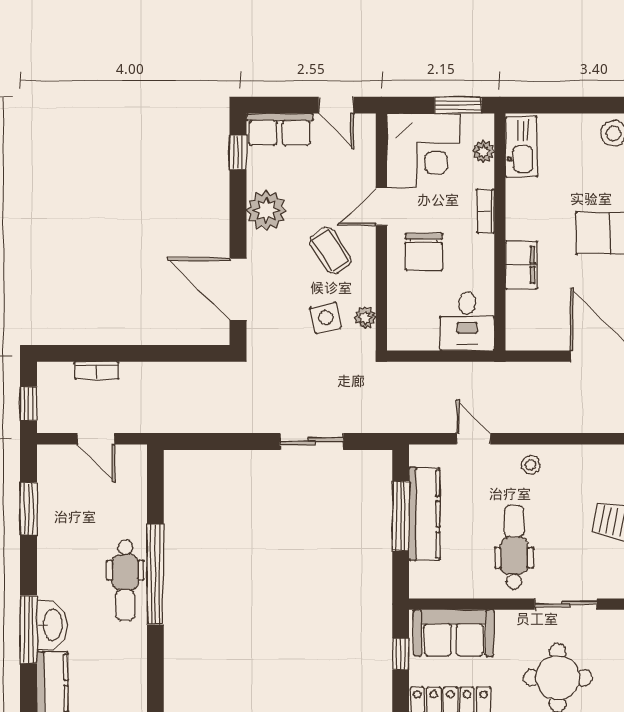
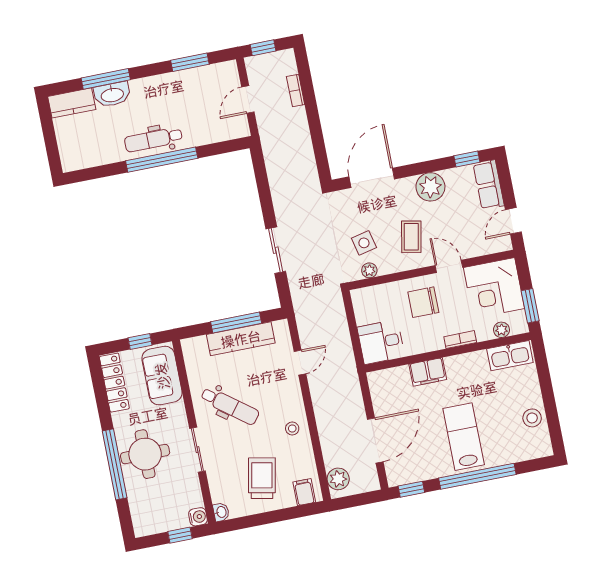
coffee table: (330, 251) -> (411, 237), turned -46
stool: (531, 465) -> (292, 429), moved
dental chair: (514, 547) -> (230, 406), turned 37

